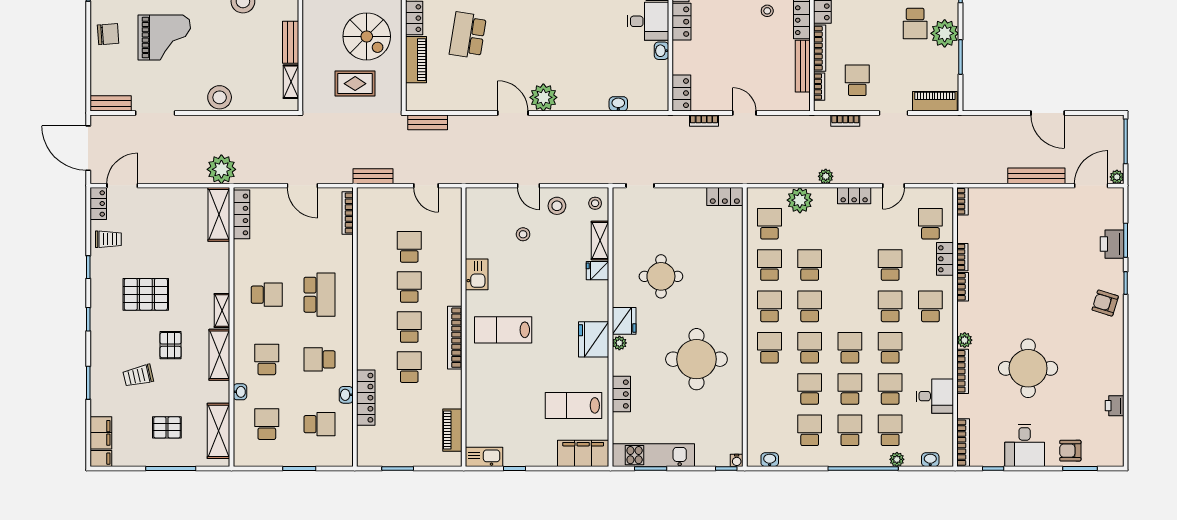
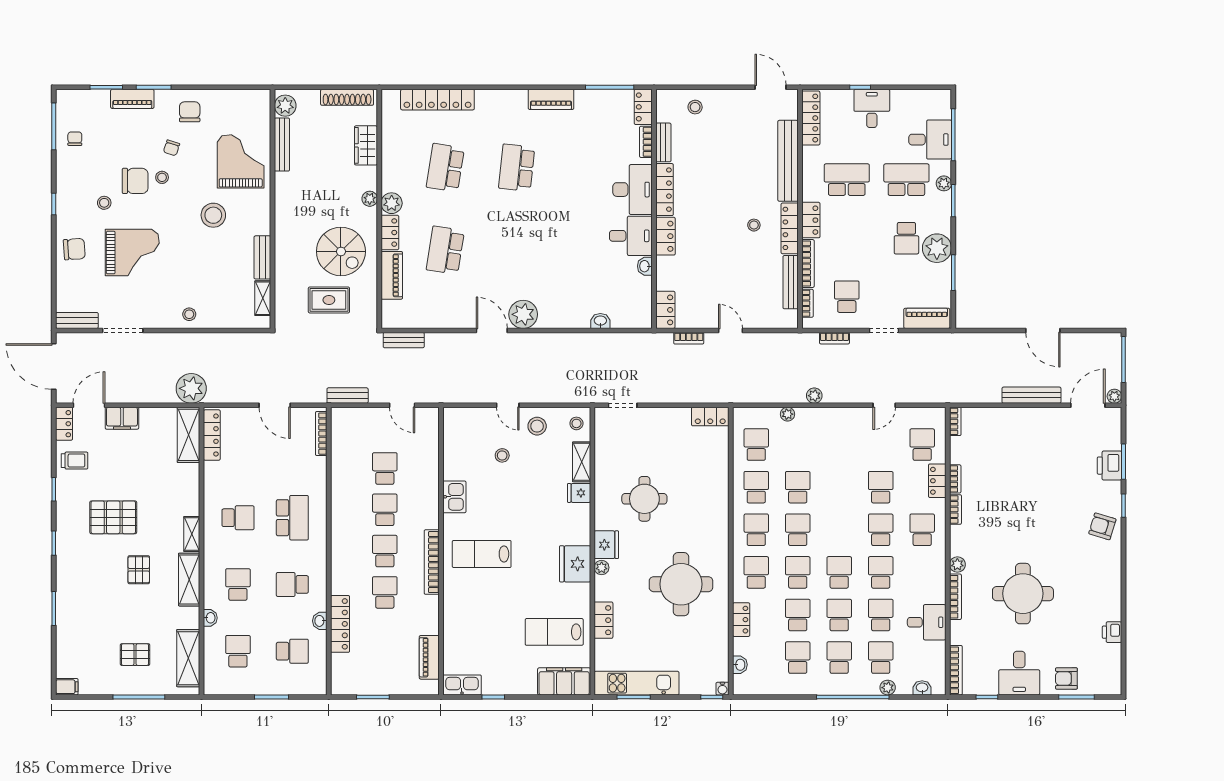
stool: (220, 97) -> (189, 314), width x0.53, depth x0.53
locker: (854, 196) -> (741, 620), moved, turned -90
plant: (800, 200) -> (787, 414), width x0.53, depth x0.53
trolley: (138, 376) -> (105, 601), removed
filing cabinet: (101, 433) -> (122, 418), moved, turned 90
washbasin: (770, 460) -> (740, 665), moved, turned 90

